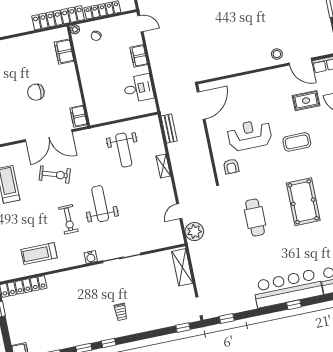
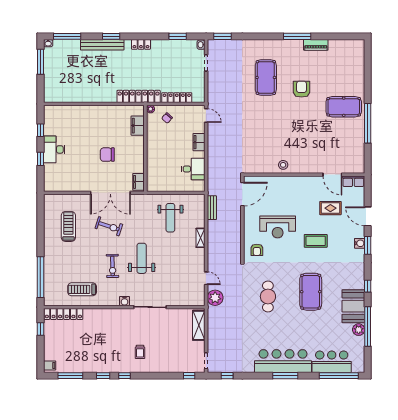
stool: (277, 54) -> (283, 165), moved
reception desk: (250, 135) -> (278, 227), turned 180
door: (179, 211) -> (206, 278), swing flipped
window: (294, 305) -> (285, 376), width x2.17

